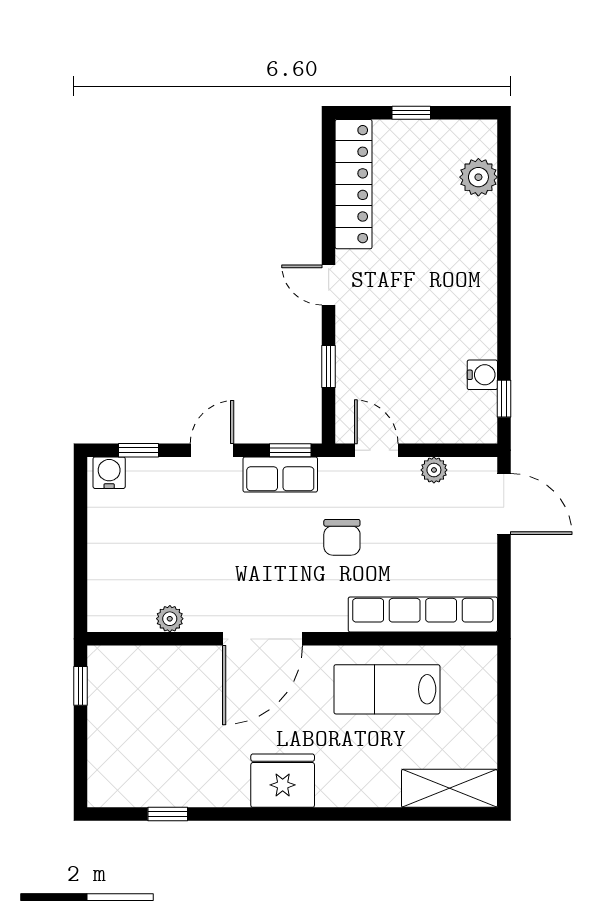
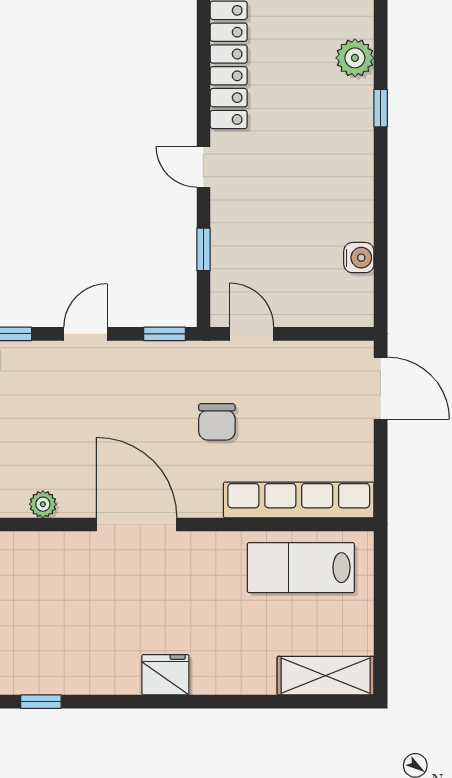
window: (504, 399) -> (381, 108), moved
plant: (434, 470) -> (310, 354), removed
row of seats: (280, 475) -> (155, 358), removed
door: (263, 639) -> (137, 524), swing flipped
lab bench: (387, 689) -> (301, 568), moved
fridge: (283, 781) -> (165, 675), width x0.73, depth x0.75

